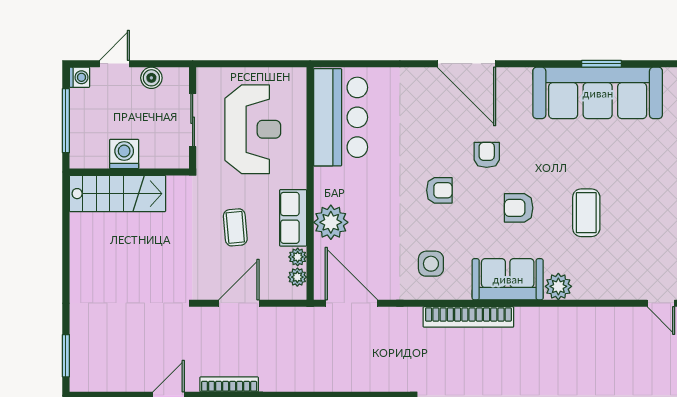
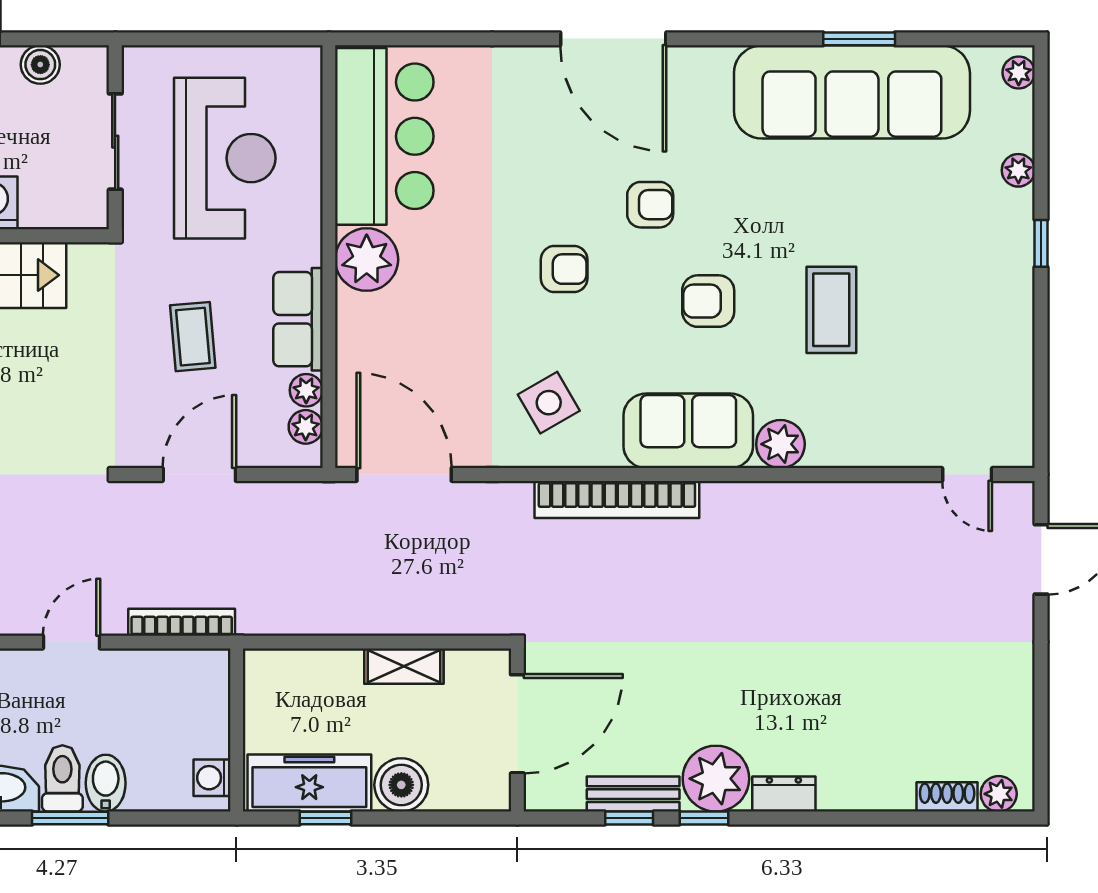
armchair: (487, 155) -> (650, 205), turned 90
plant: (331, 222) -> (367, 260), moved
side table: (431, 264) -> (549, 403), turned -30

